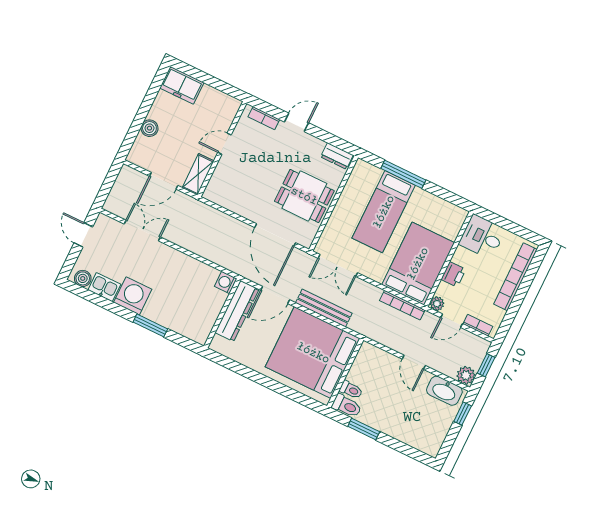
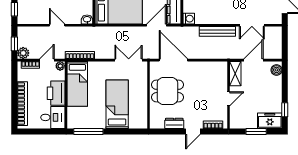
window: (208, 79) -> (256, 131), added
window: (153, 90) -> (285, 110), added
boiler: (149, 128) -> (276, 70), moved
dresser: (337, 156) -> (174, 123), moved
window: (403, 174) -> (88, 131), moved
bed: (418, 264) -> (77, 84), width x0.67
printer: (453, 274) -> (56, 93), width x1.87, depth x1.48
bench: (324, 308) -> (217, 31), moved
plant: (466, 375) -> (23, 53), moved
washbasin: (444, 391) -> (87, 20), moved, width x0.52, depth x0.69

